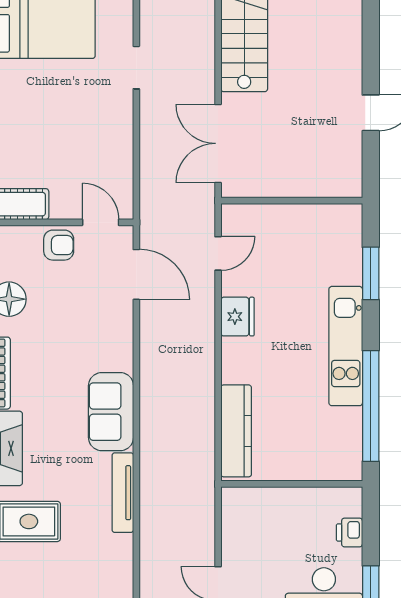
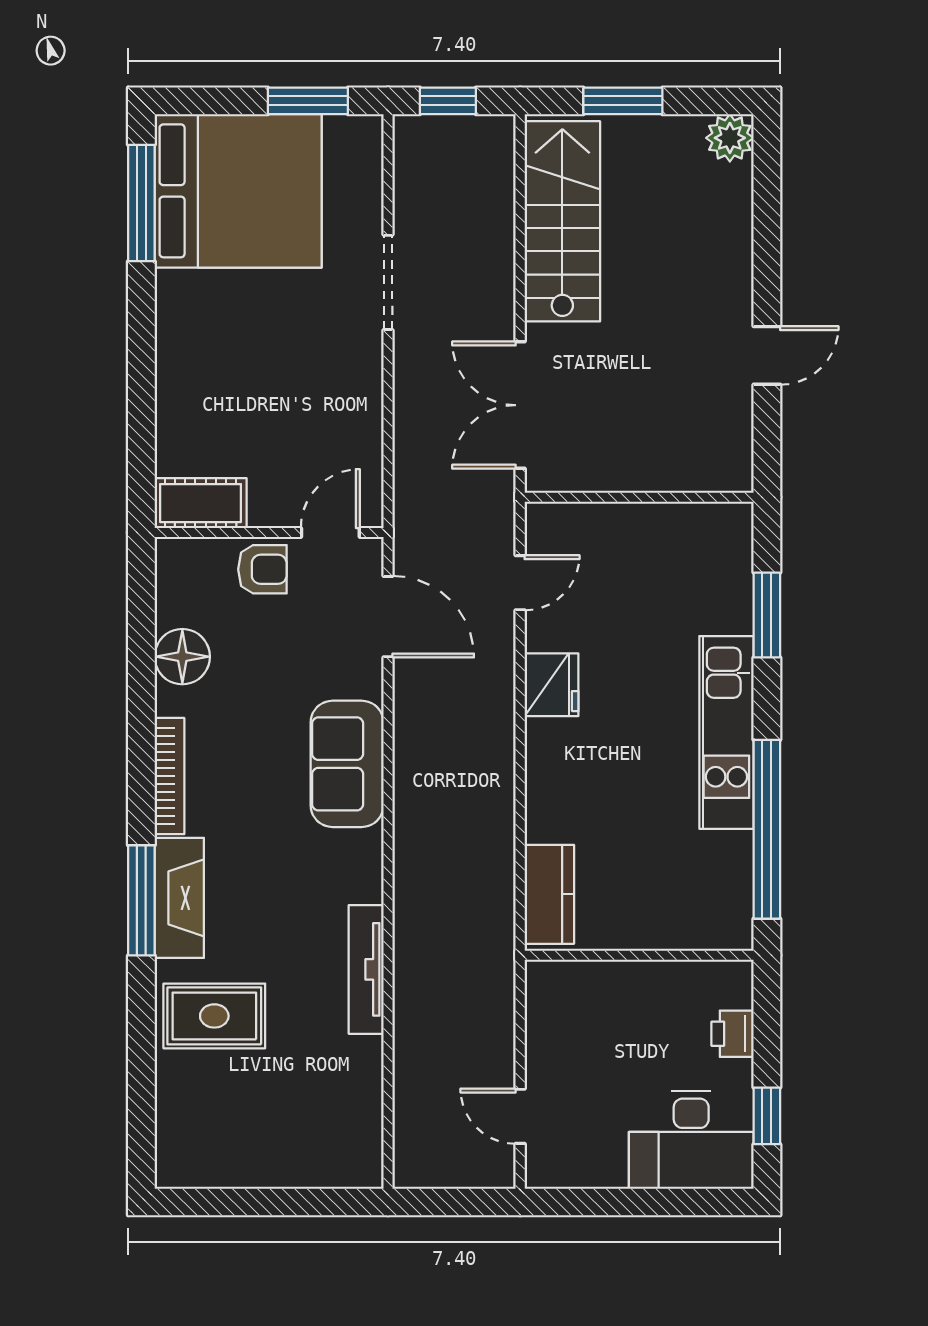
doorway: (136, 68) -> (388, 282), width x1.38
door: (101, 222) -> (330, 533), hinge flipped
sofa: (111, 412) -> (347, 764), moved
kitchen counter: (236, 431) -> (549, 894), width x0.67

